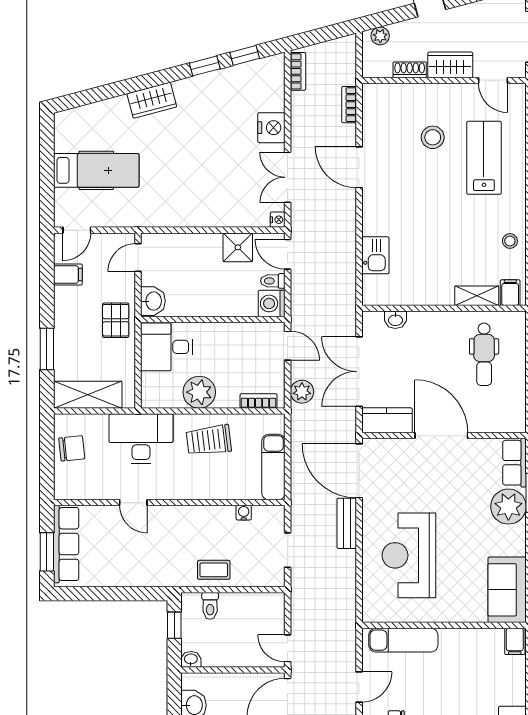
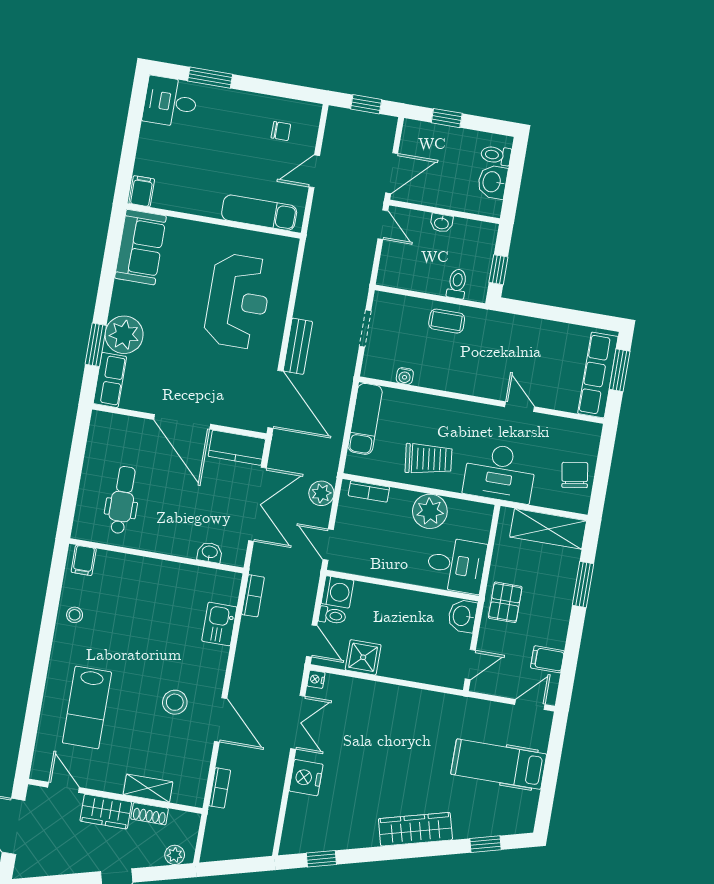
window: (205, 66) -> (485, 844), moved
bookcase: (298, 71) -> (253, 596), moved, turned 180
wardrobe: (152, 100) -> (415, 829), width x1.50
stool: (433, 137) -> (175, 702), moved
shelving: (477, 296) -> (148, 788), moved
chair: (72, 448) -> (575, 475), turned 87
washbasin: (191, 659) -> (442, 223), moved

